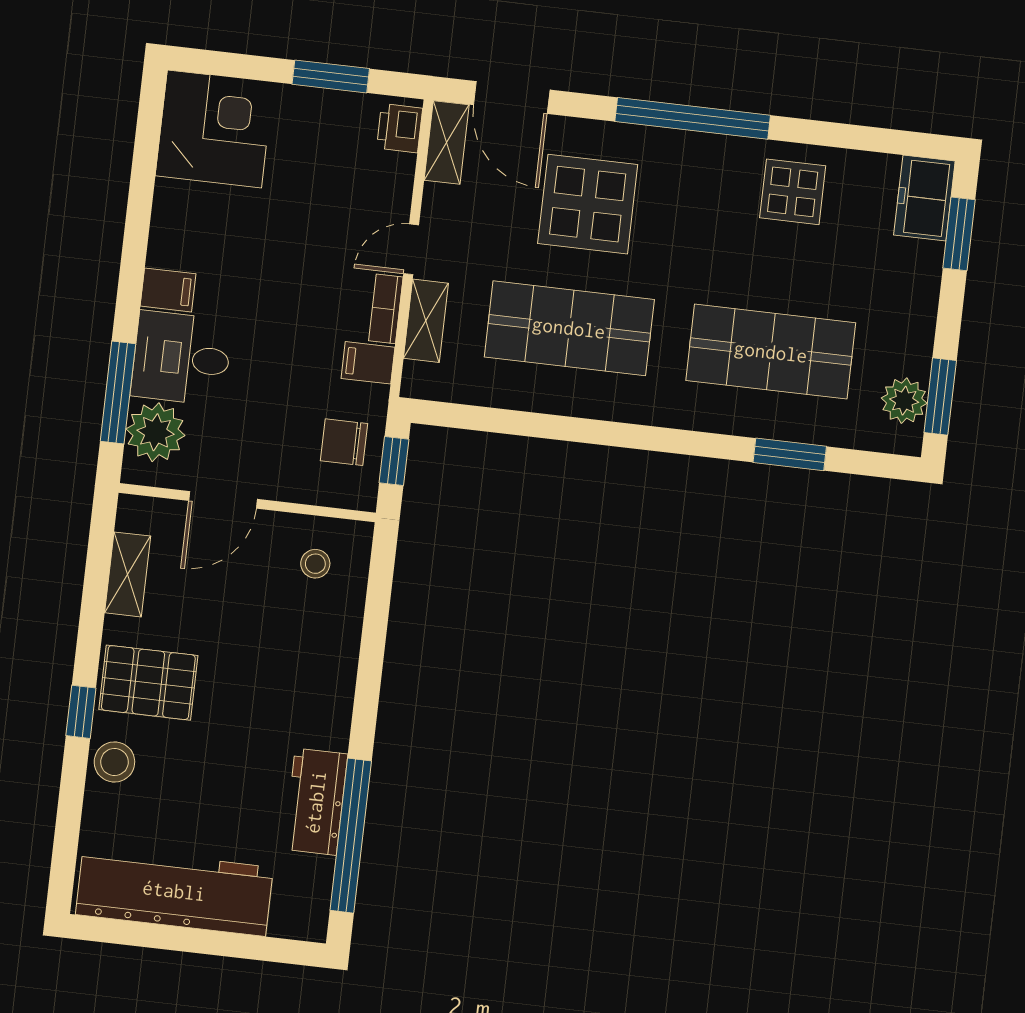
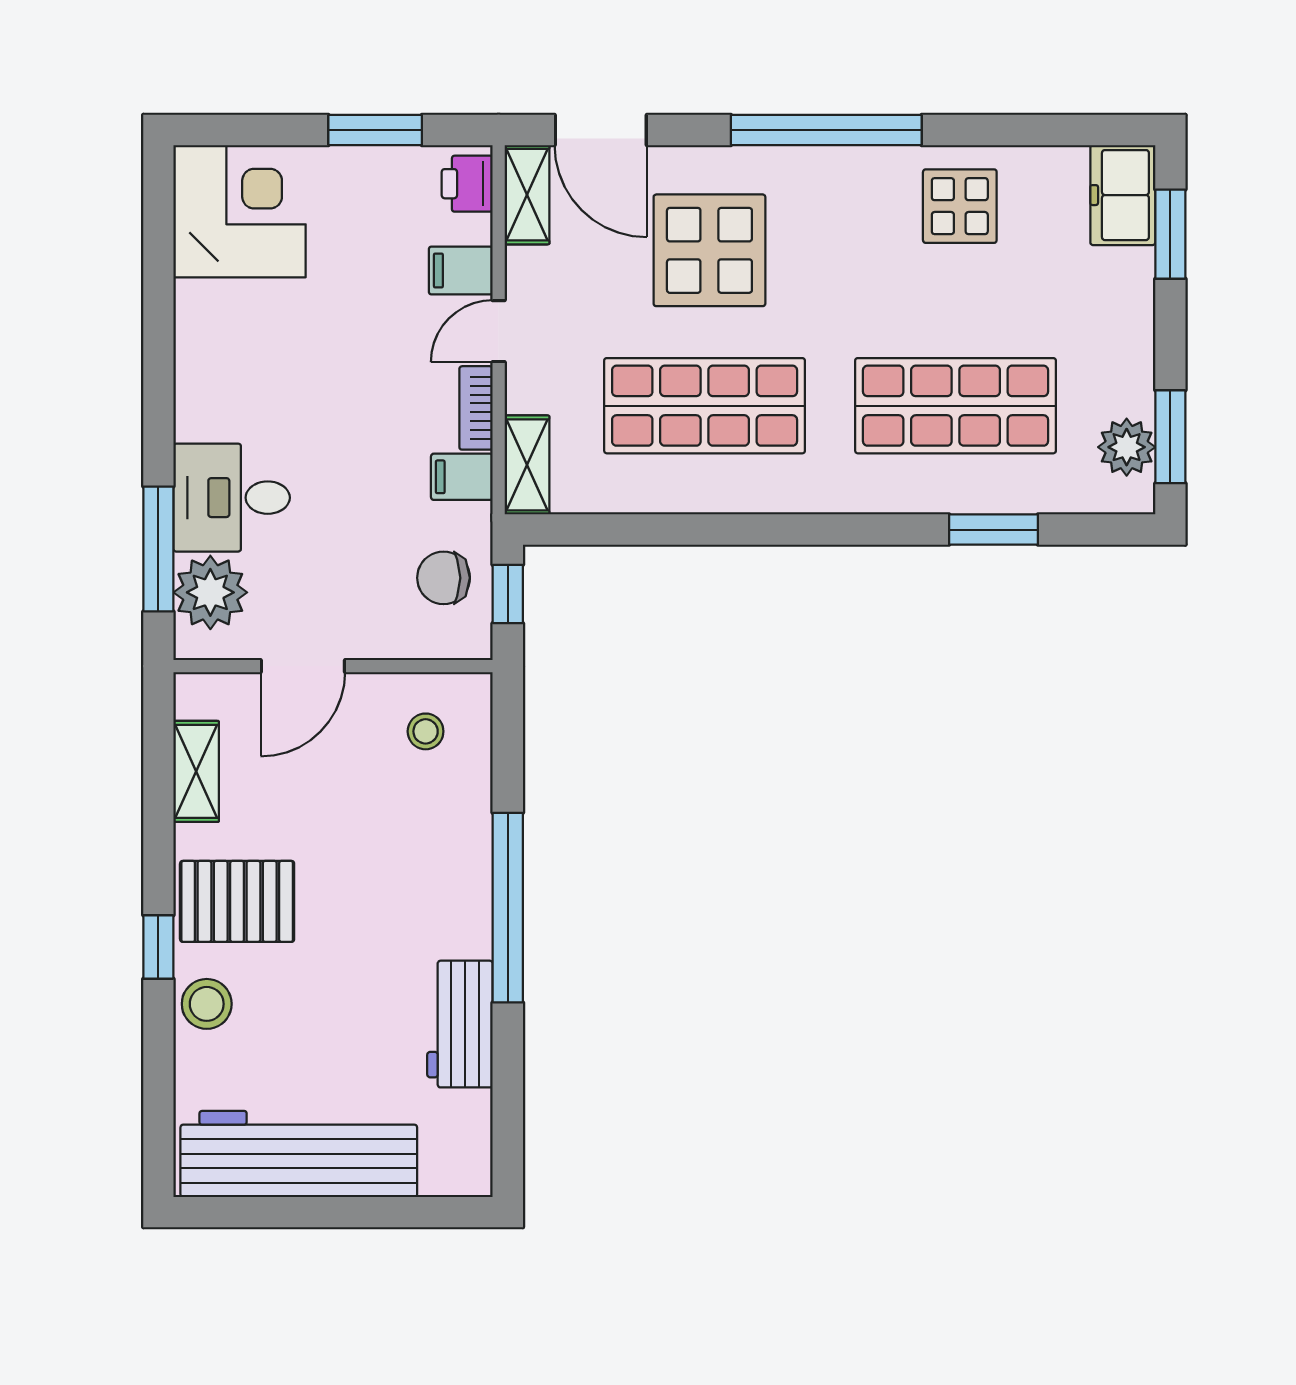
filing cabinet: (168, 290) -> (461, 270), moved, turned 180
shelving: (426, 321) -> (527, 465), moved
window: (351, 836) -> (508, 908), moved

